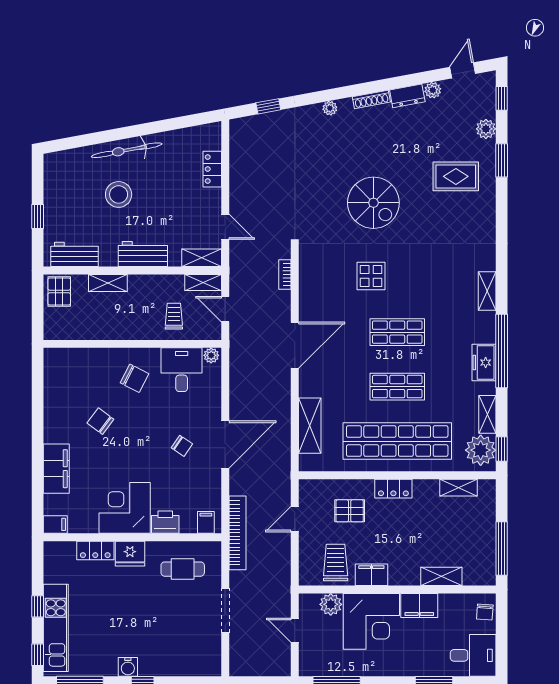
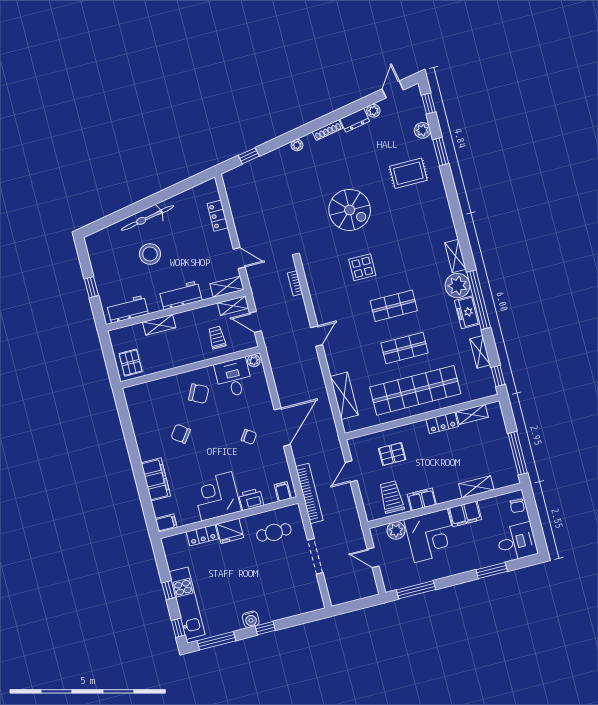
pallet: (59, 292) -> (131, 363), moved
door: (295, 345) -> (317, 336), width x0.53
plant: (481, 450) -> (457, 286), moved
locker: (393, 489) -> (442, 423), moved

